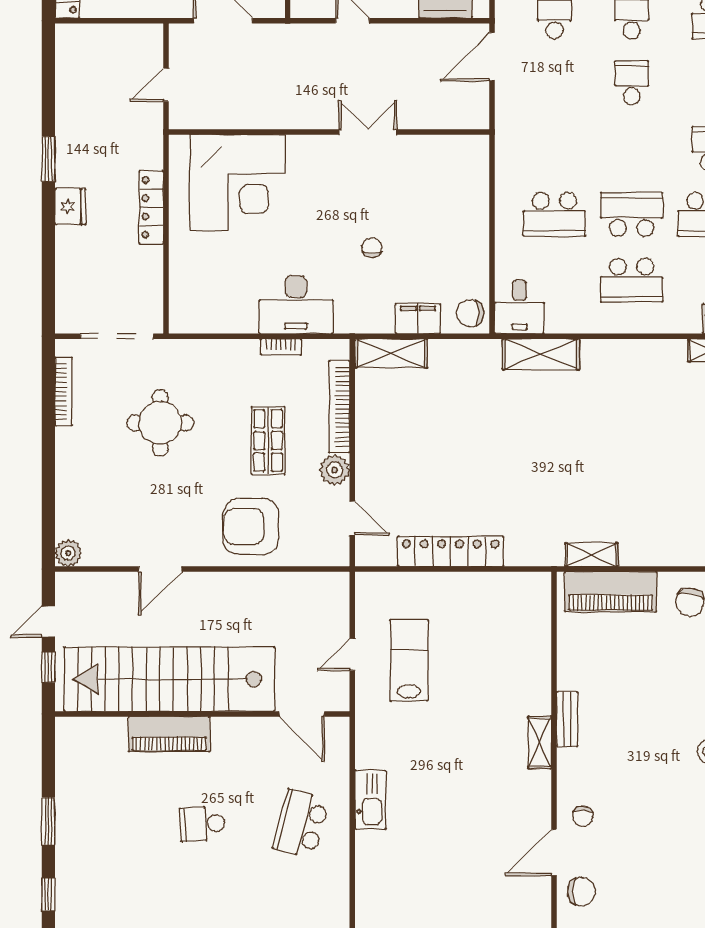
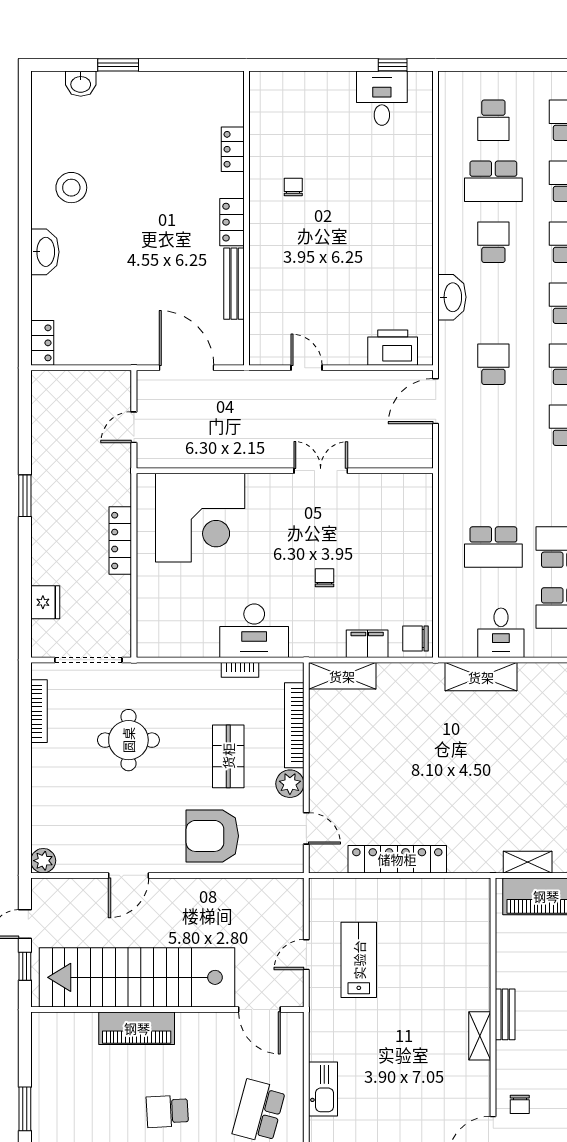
fridge: (70, 207) -> (45, 602), moved
desk: (519, 307) -> (501, 633), moved

